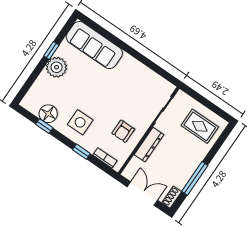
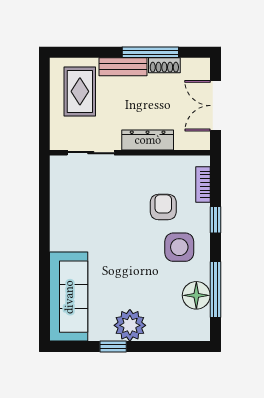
window: (44, 126) -> (215, 289), width x2.17
armchair: (123, 131) -> (163, 207), moved, turned -90
bench: (197, 158) -> (123, 67), added
shoe rack: (172, 197) -> (164, 65), moved

